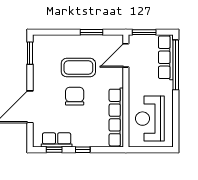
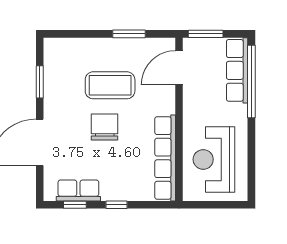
window: (30, 53) -> (40, 82), moved

